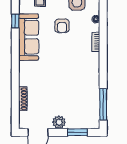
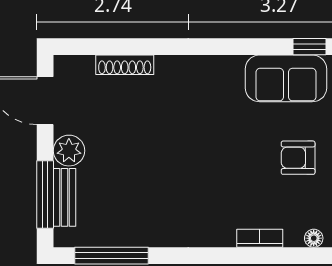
sofa: (29, 37) -> (286, 78), width x0.73
bench: (79, 124) -> (65, 197), added
window: (78, 132) -> (45, 195), width x1.44

